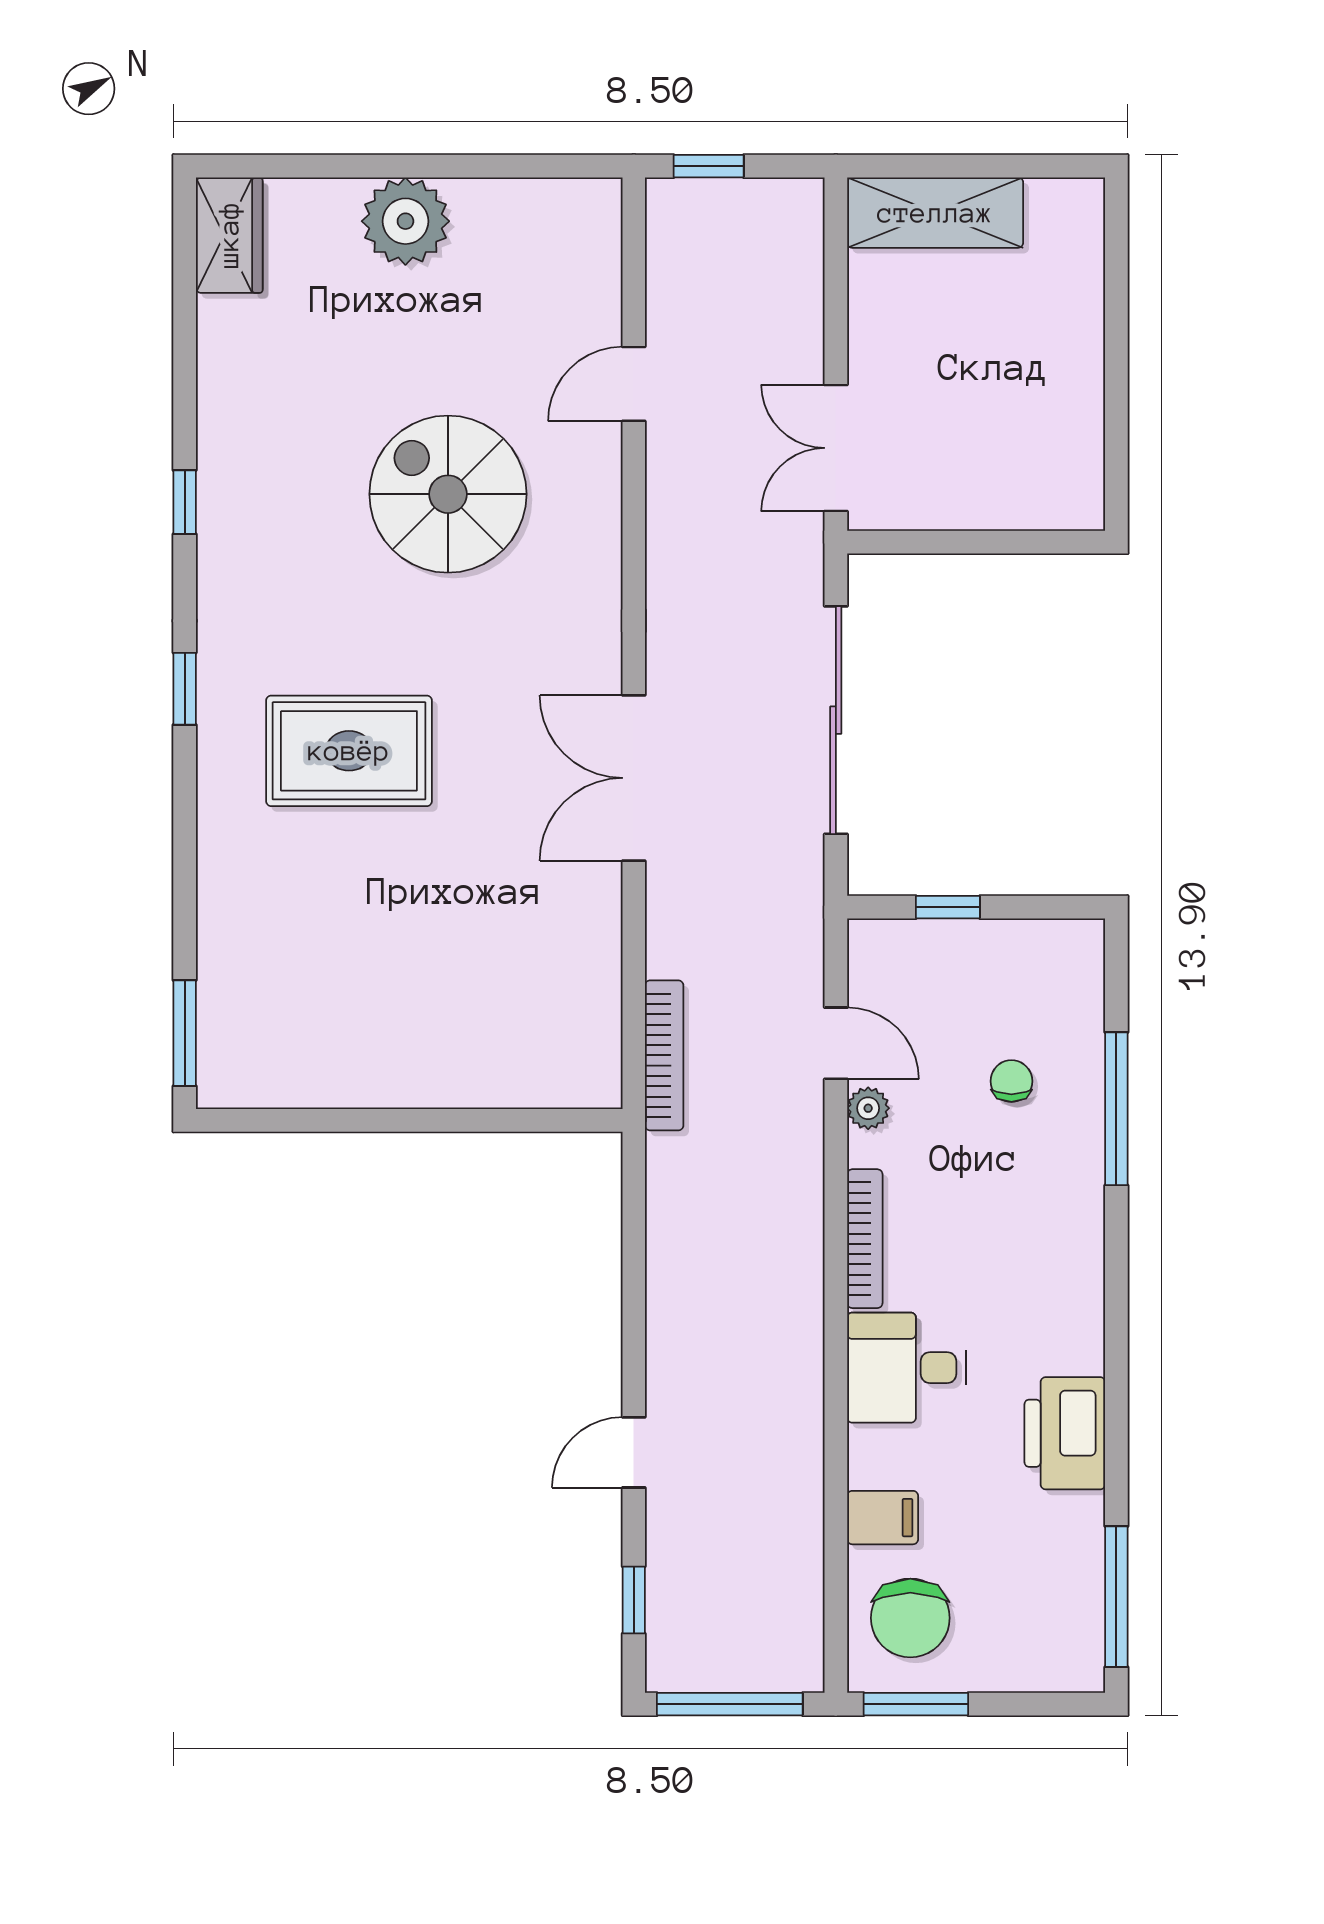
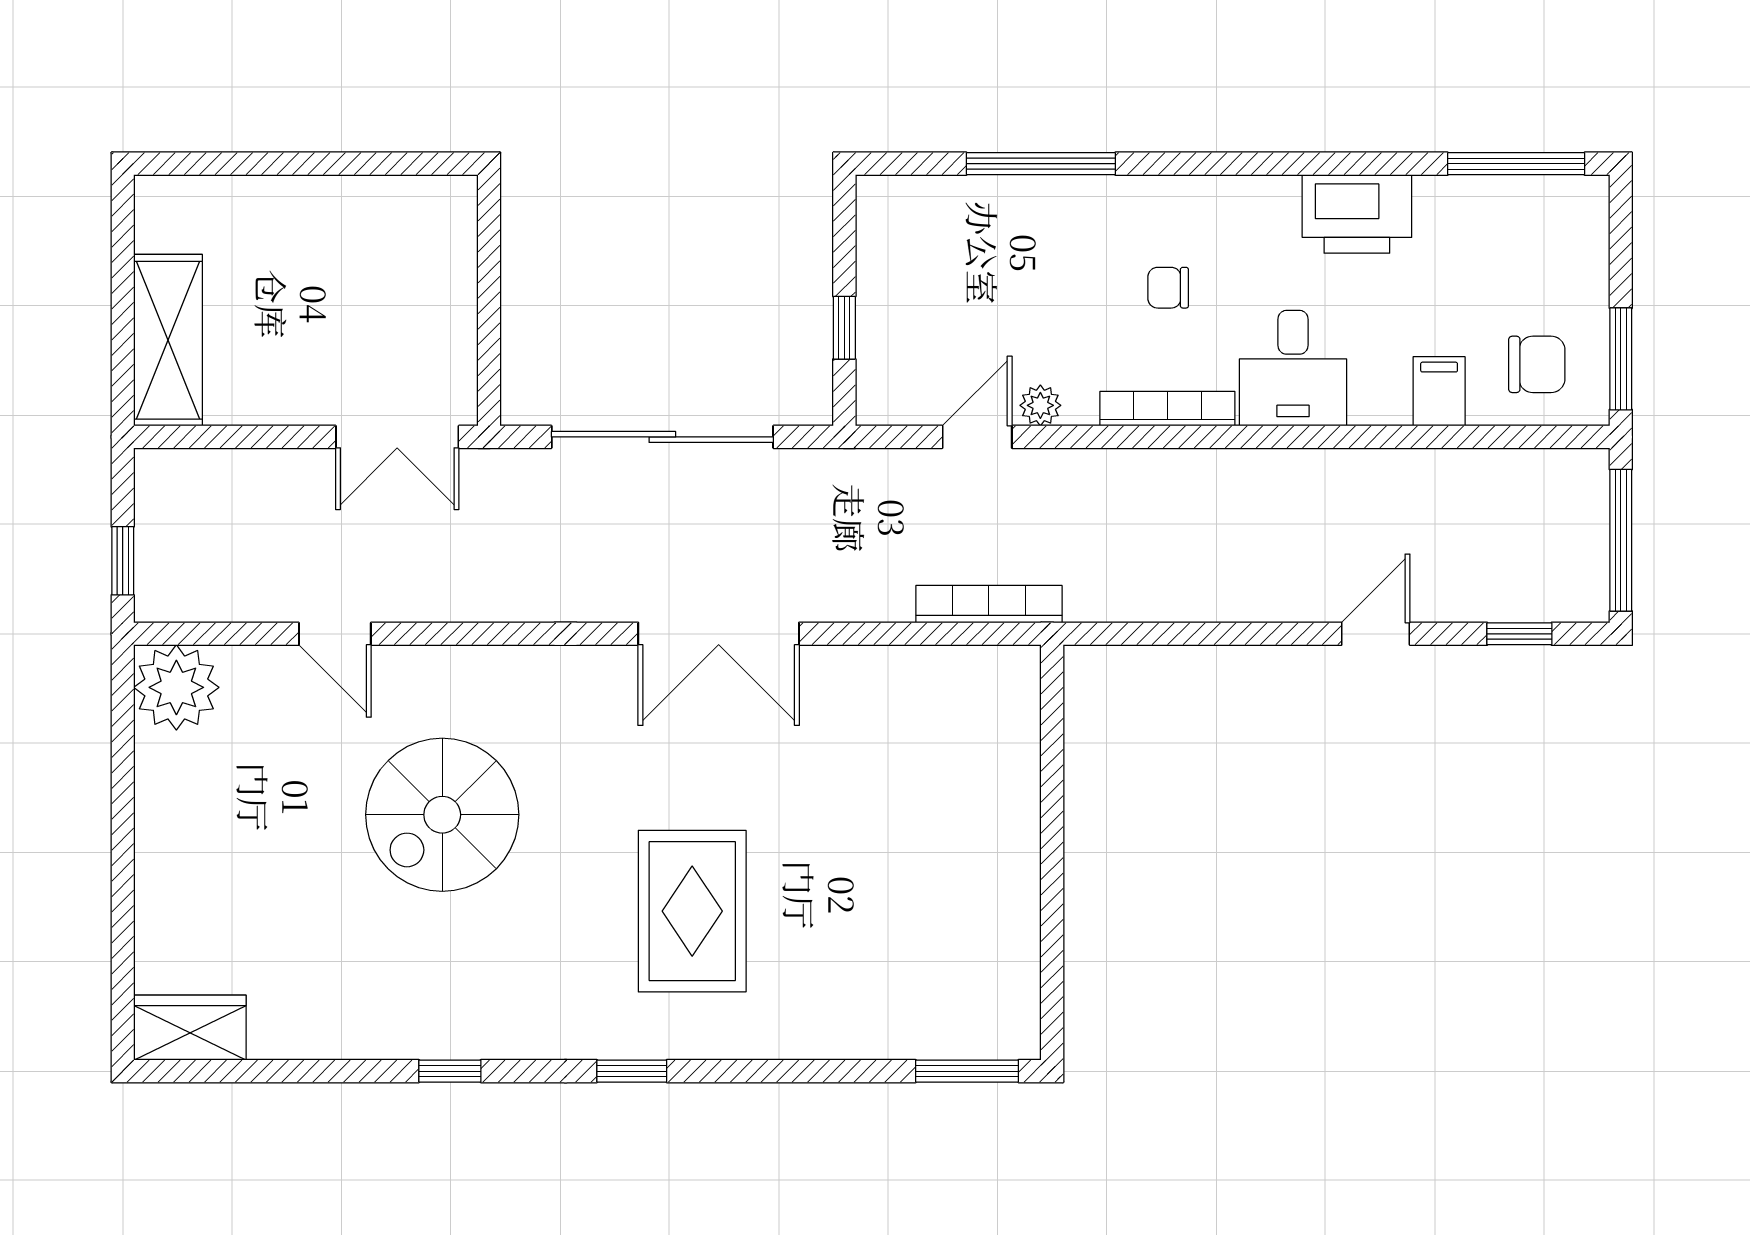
plant: (405, 221) -> (176, 687), moved
chair: (1011, 1081) -> (1168, 288), moved
door: (634, 1452) -> (1376, 634), swing flipped
chair: (910, 1618) -> (1537, 364), width x0.73, depth x0.73

